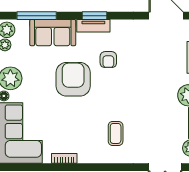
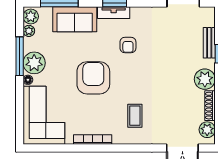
armchair: (73, 79) -> (93, 78), moved
bookcase: (64, 158) -> (93, 140), width x1.56

